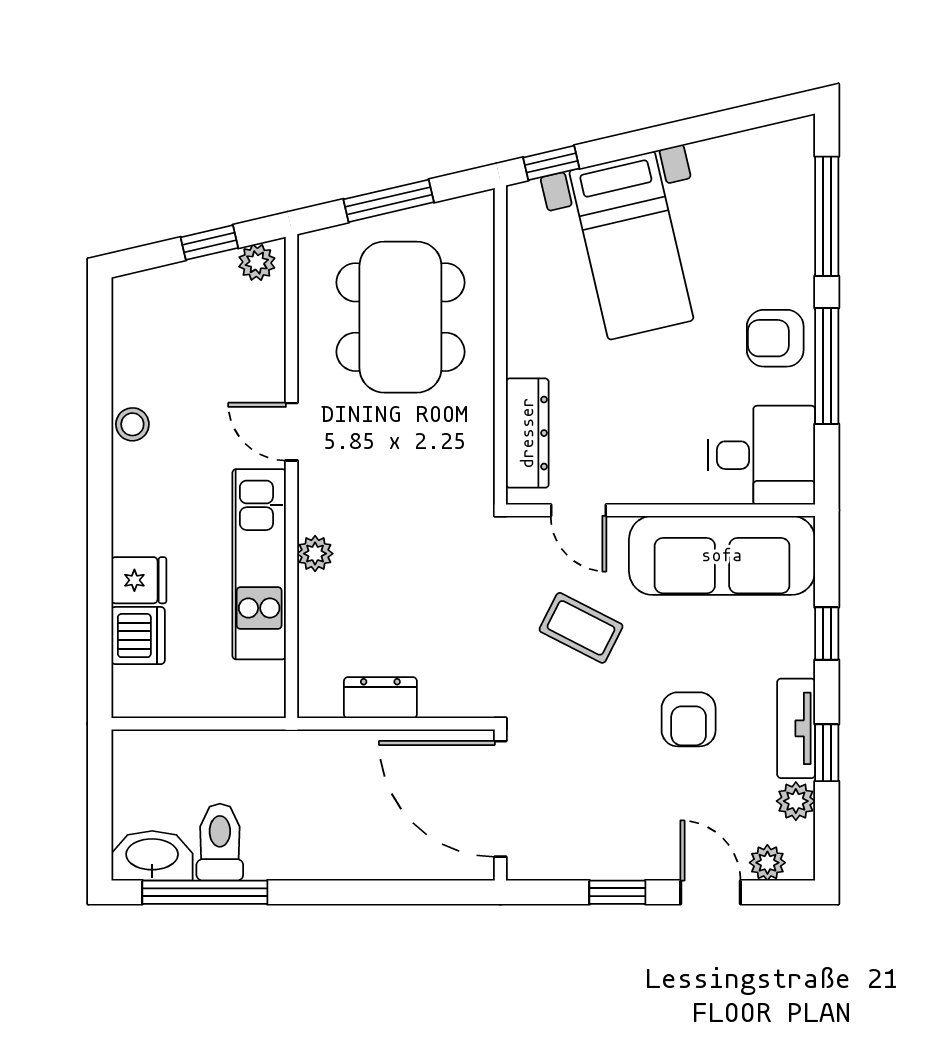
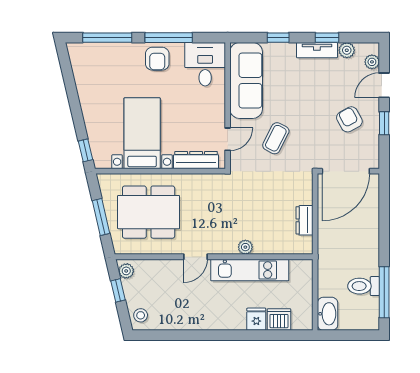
bed with nightstands: (631, 245) -> (142, 133), moved, turned -77
stool: (132, 424) -> (141, 315), moved
armchair: (689, 719) -> (349, 119), moved, turned -119
washbasin: (152, 856) -> (328, 314), moved, turned 180

